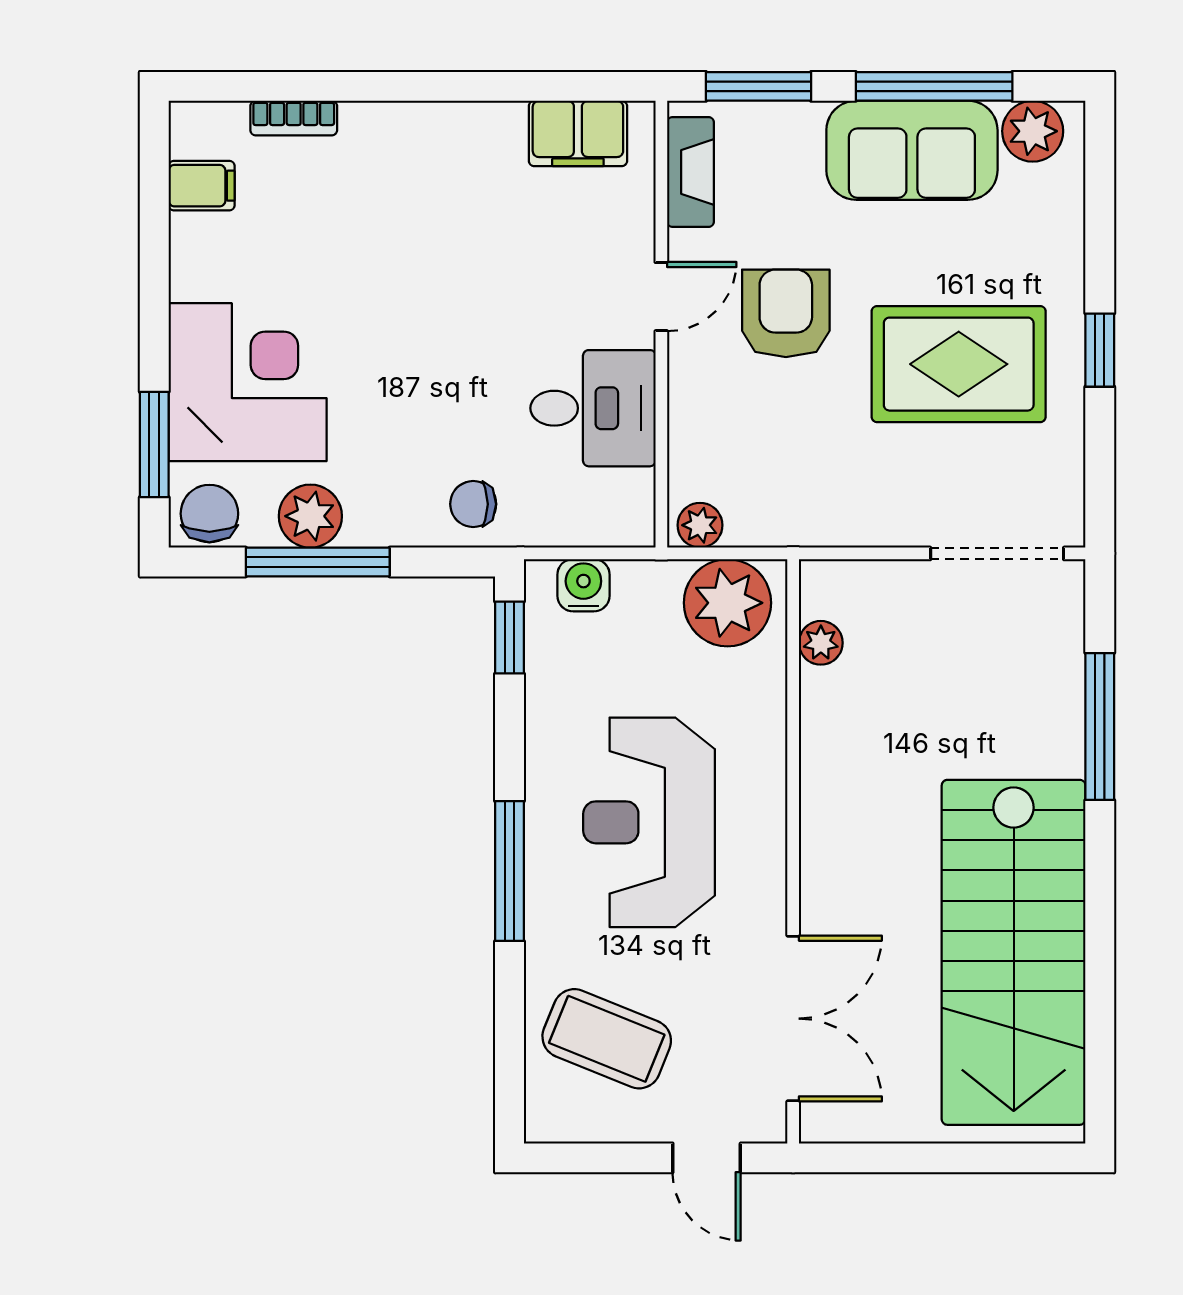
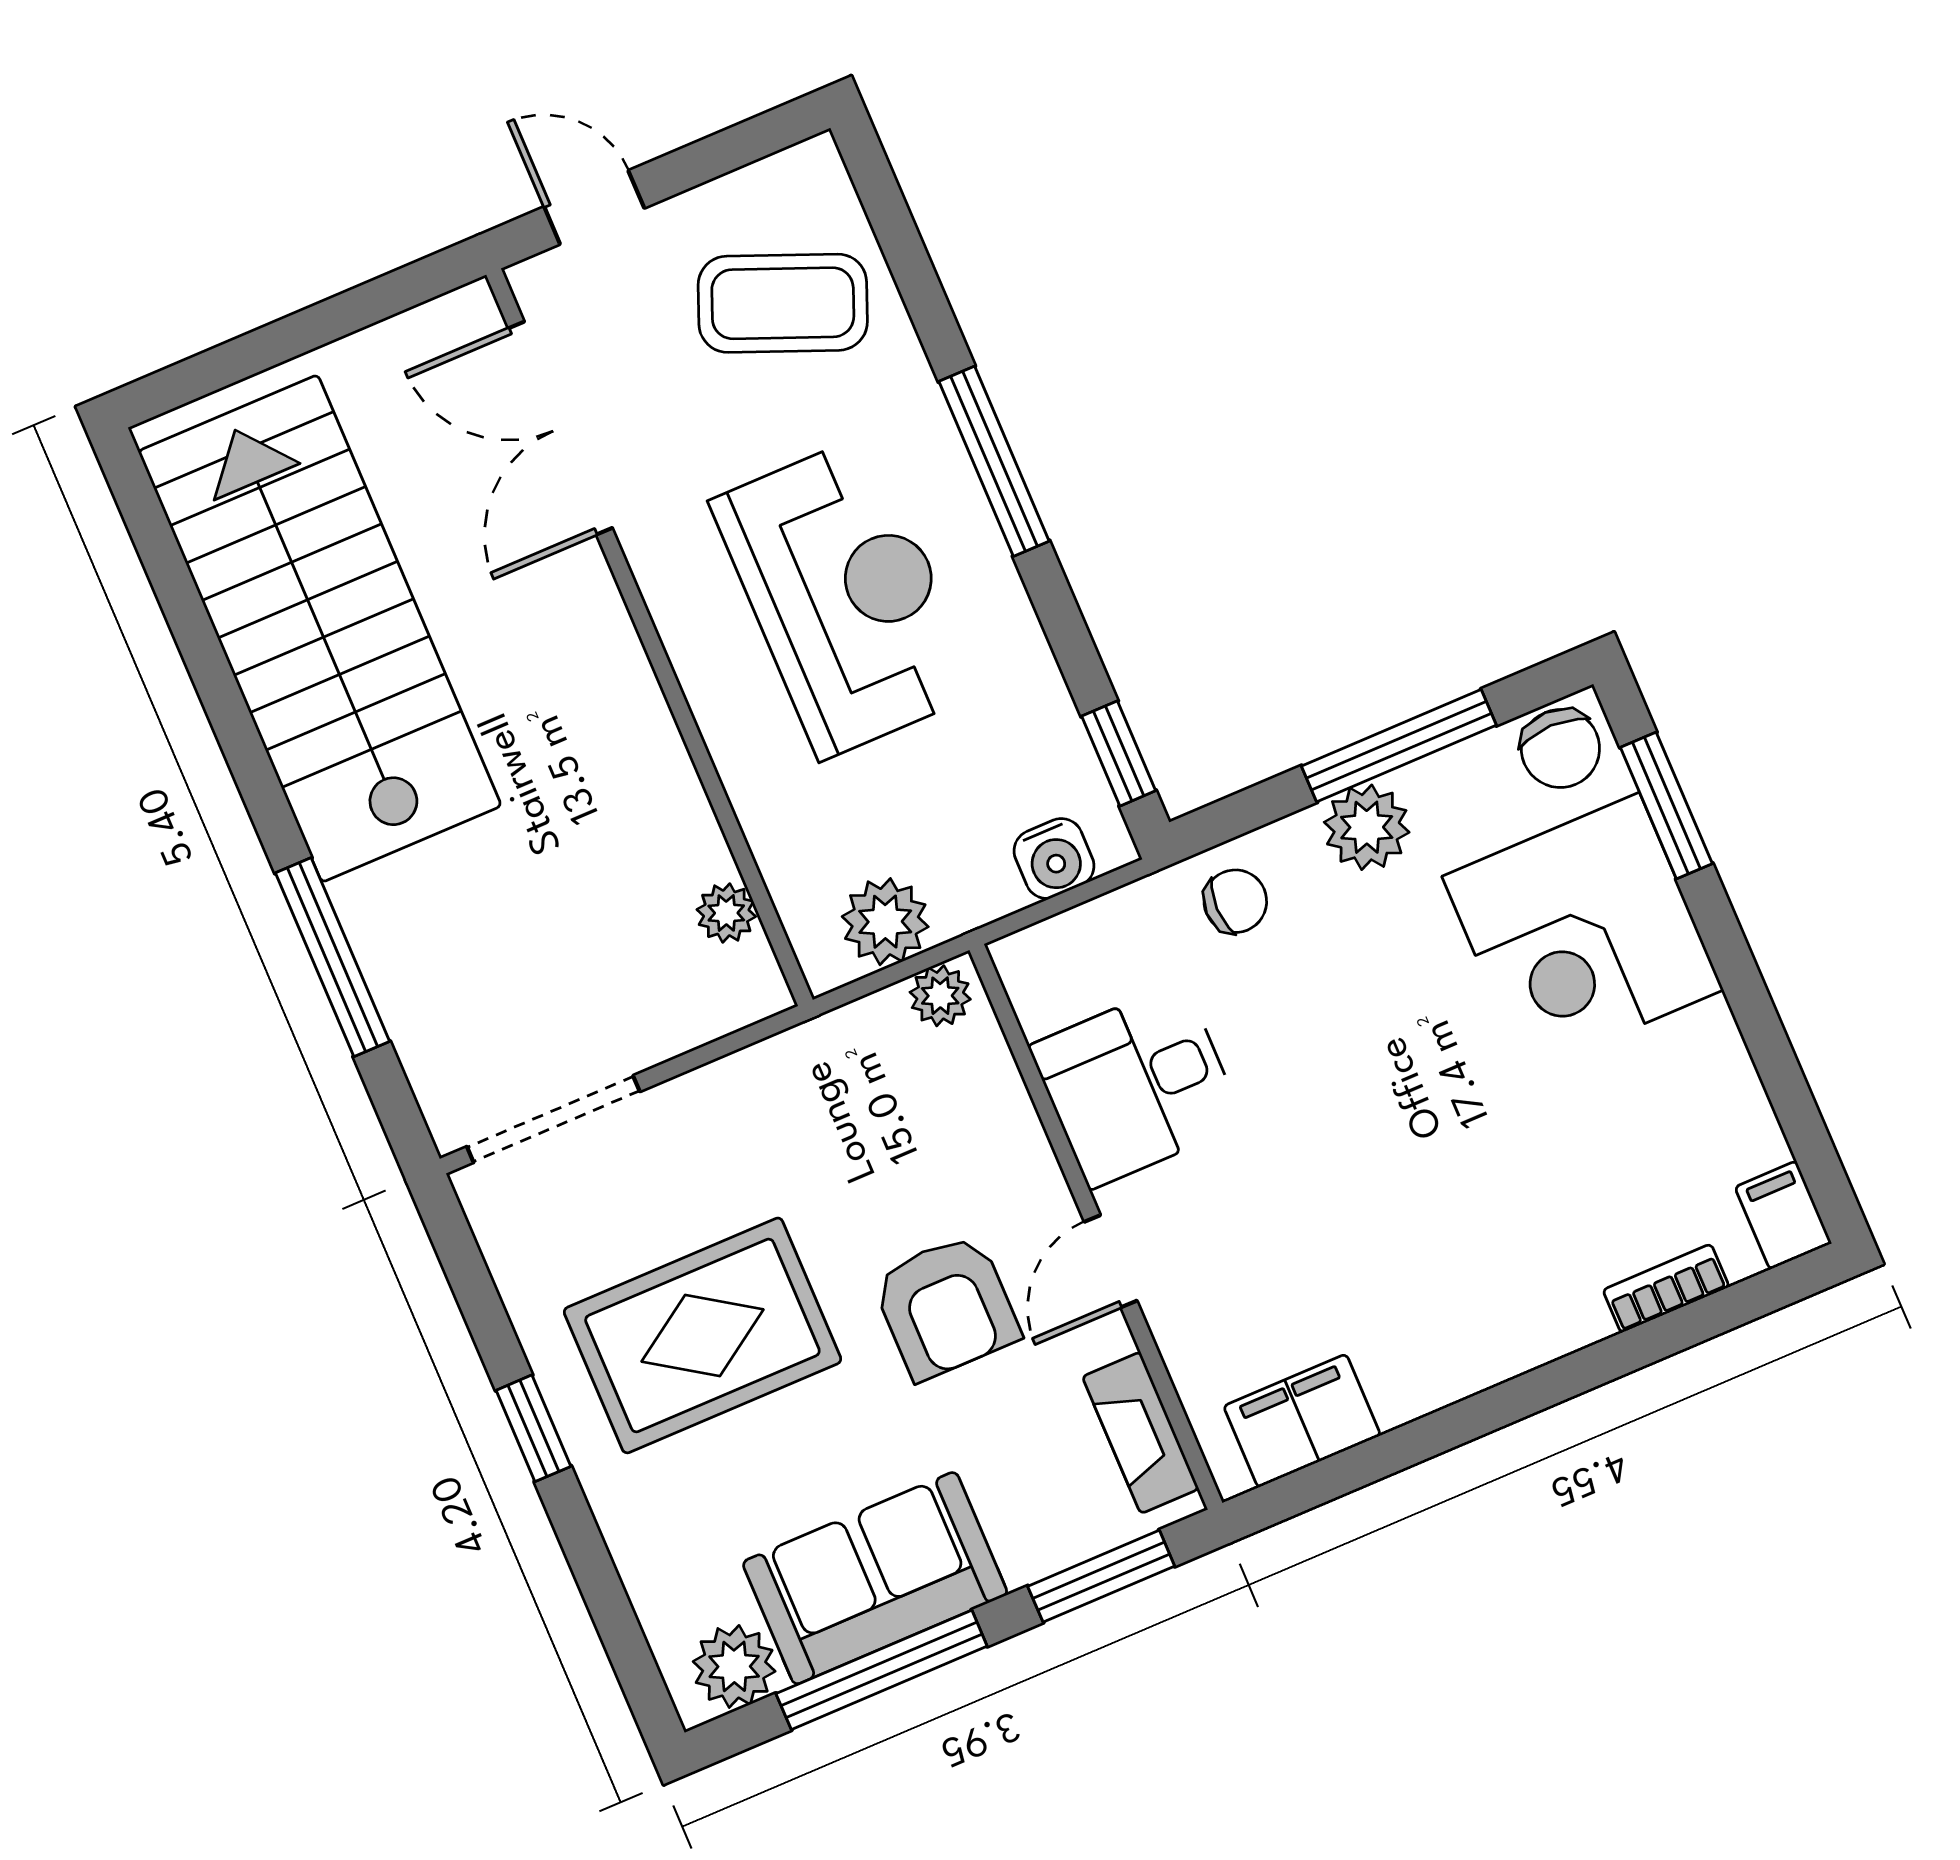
filing cabinet: (202, 186) -> (1783, 1215), moved, turned 90
plant: (310, 516) -> (1367, 827), moved
plant: (727, 603) -> (885, 922), width x0.73, depth x0.73

